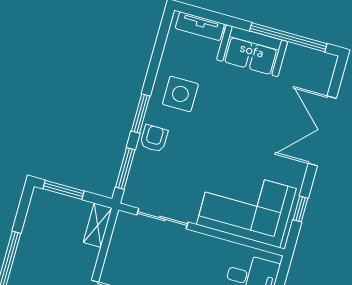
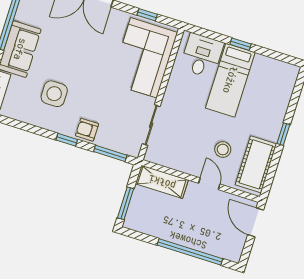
side table: (180, 94) -> (54, 94), moved
window: (141, 113) -> (67, 140), width x0.67
shelving: (98, 225) -> (162, 182), width x1.50, depth x1.33

